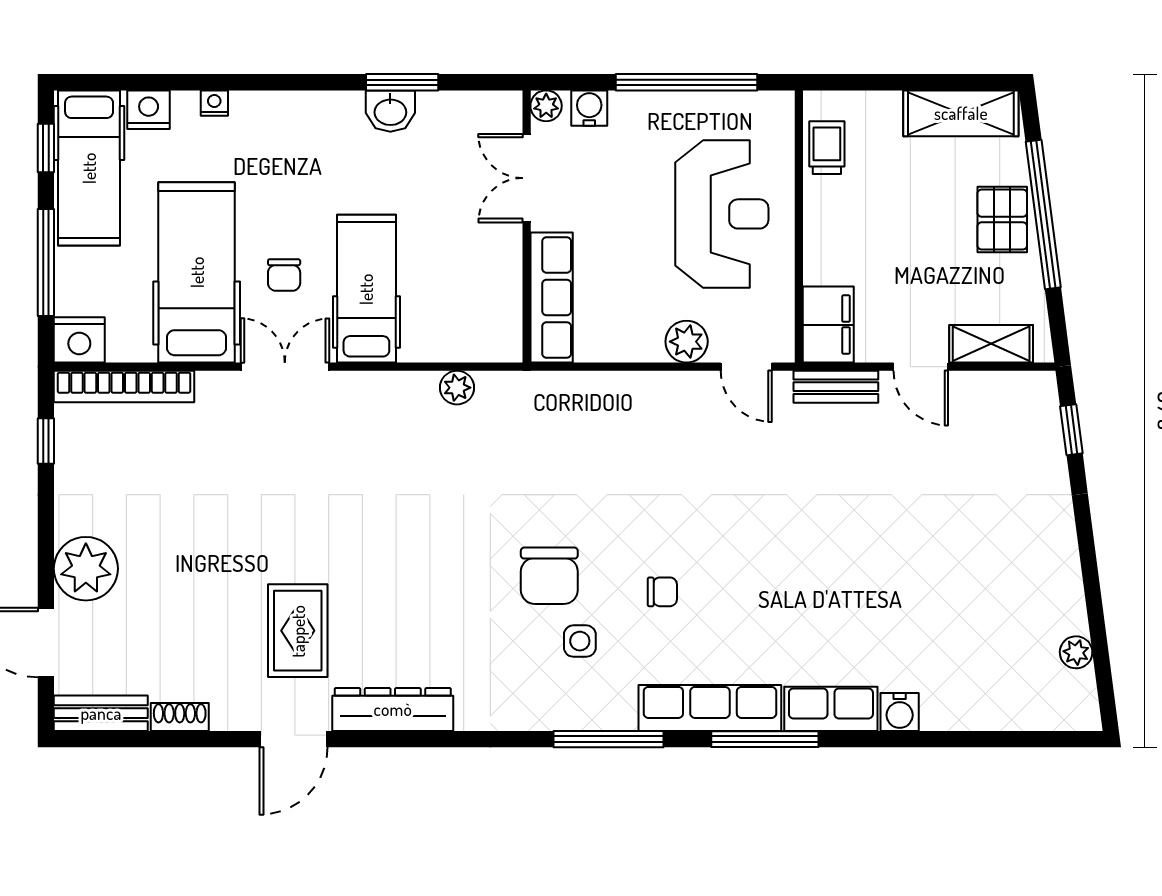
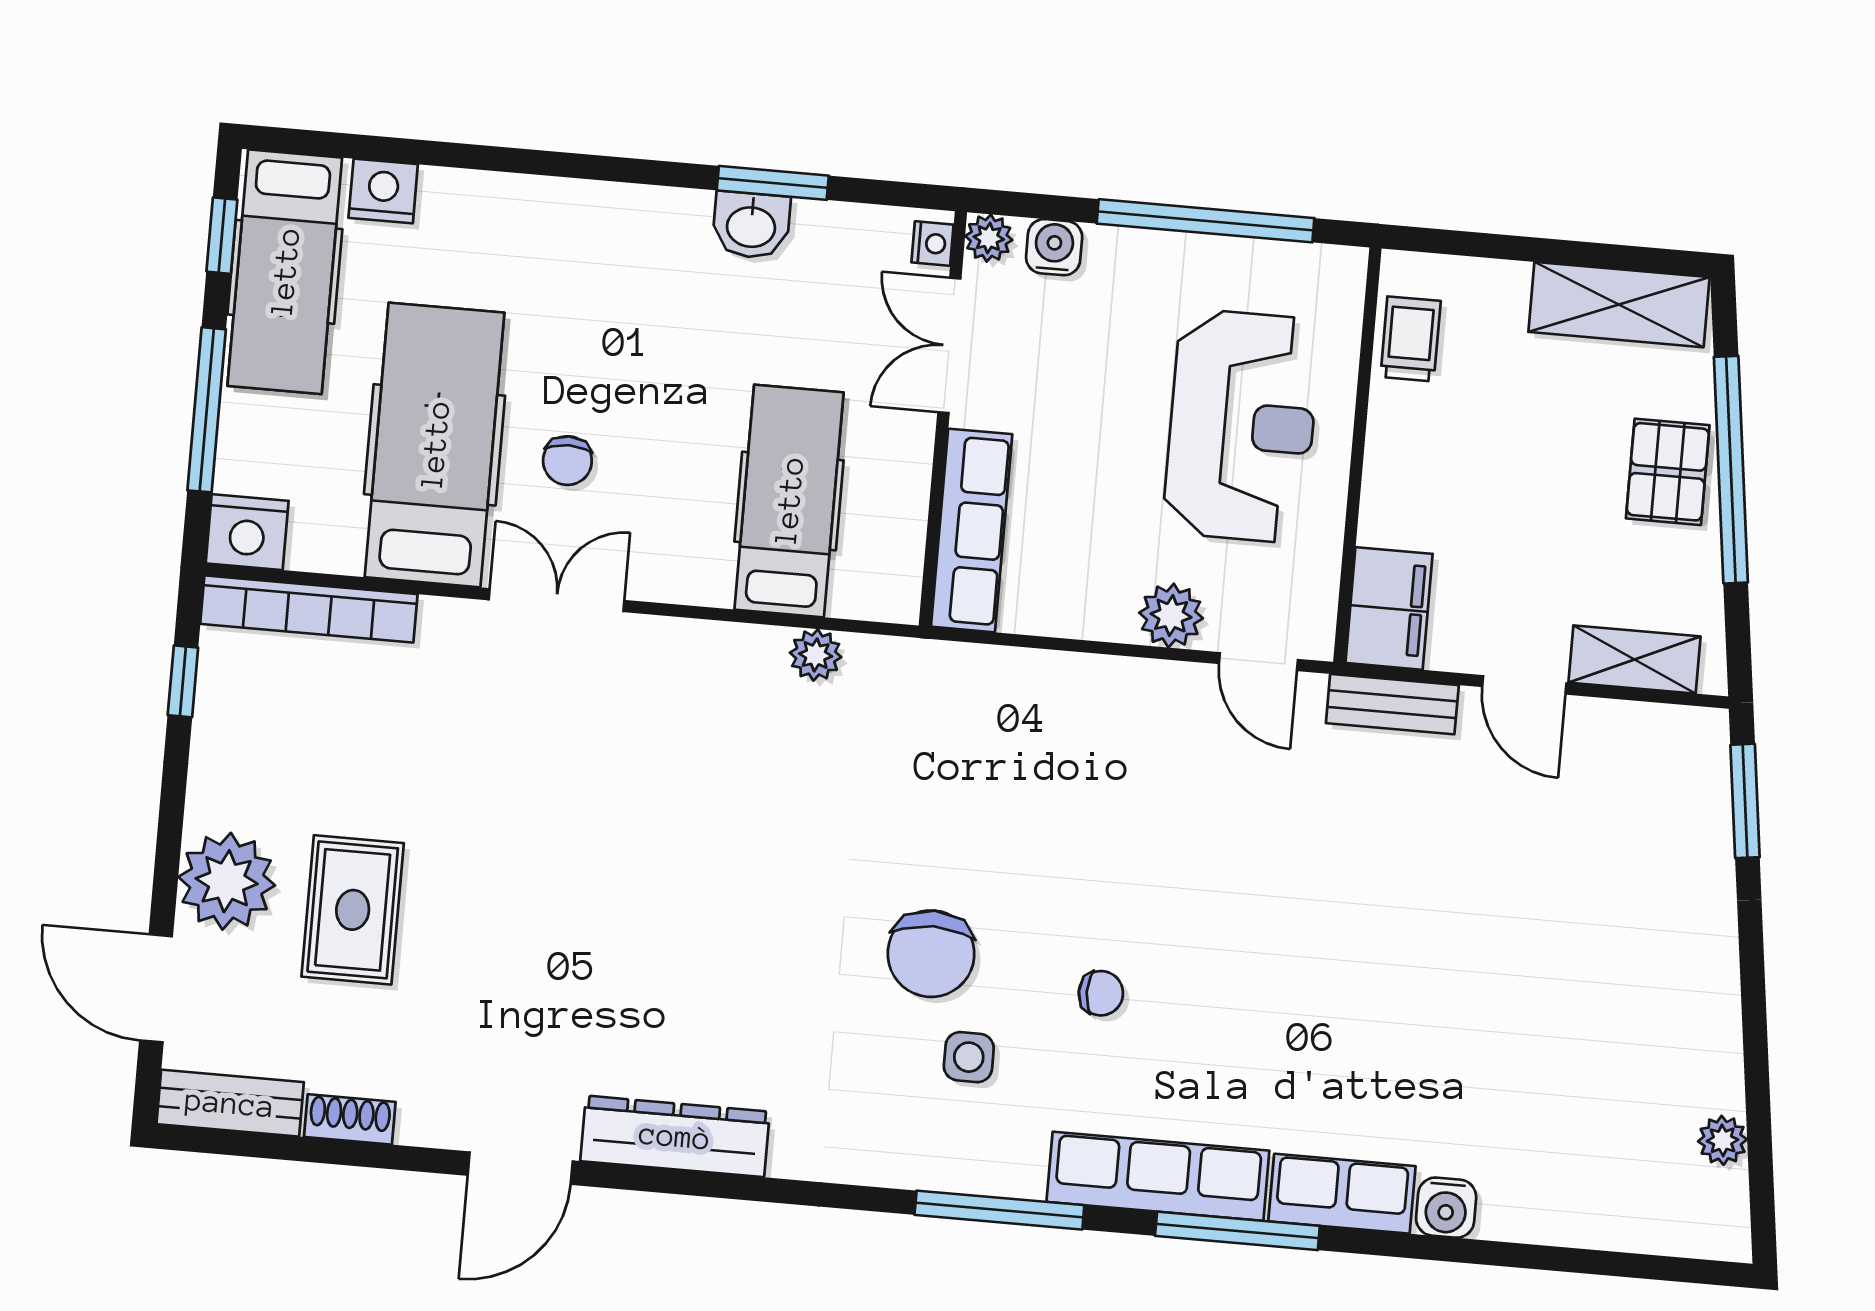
nightstand: (214, 103) -> (933, 243), moved, turned 90
hospital bed: (366, 289) -> (789, 501), moved
window: (1071, 430) -> (1745, 801), width x1.50
rug: (298, 631) -> (353, 910), moved

